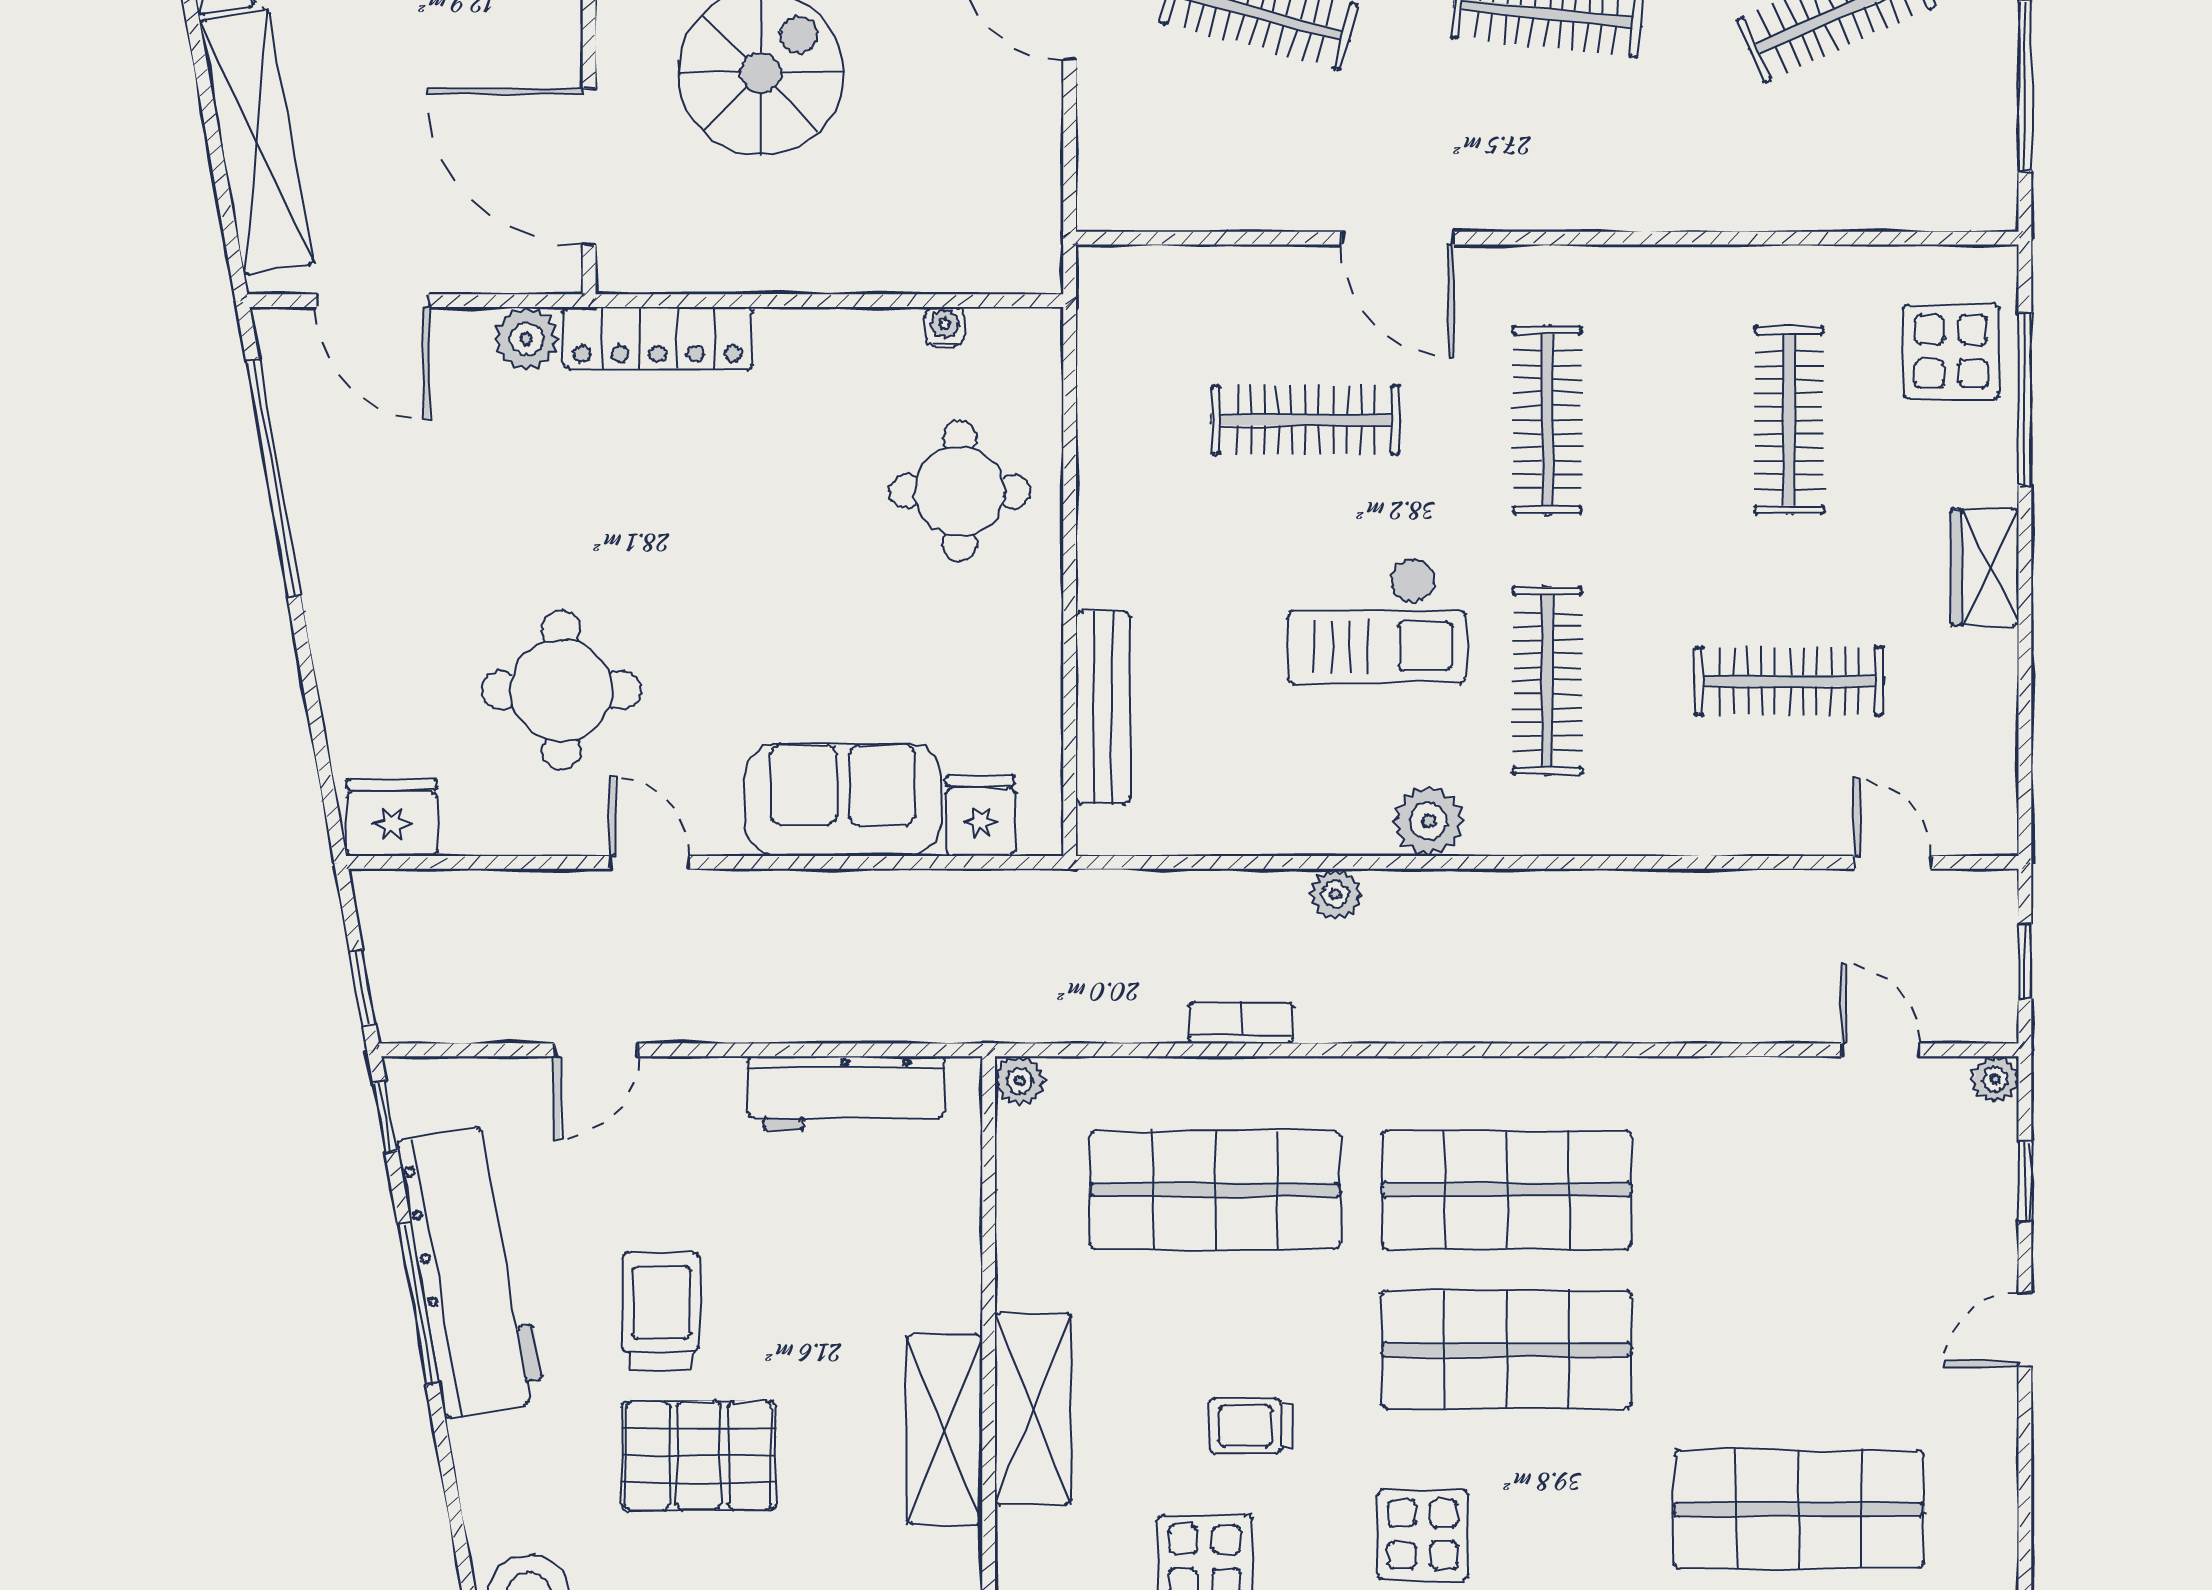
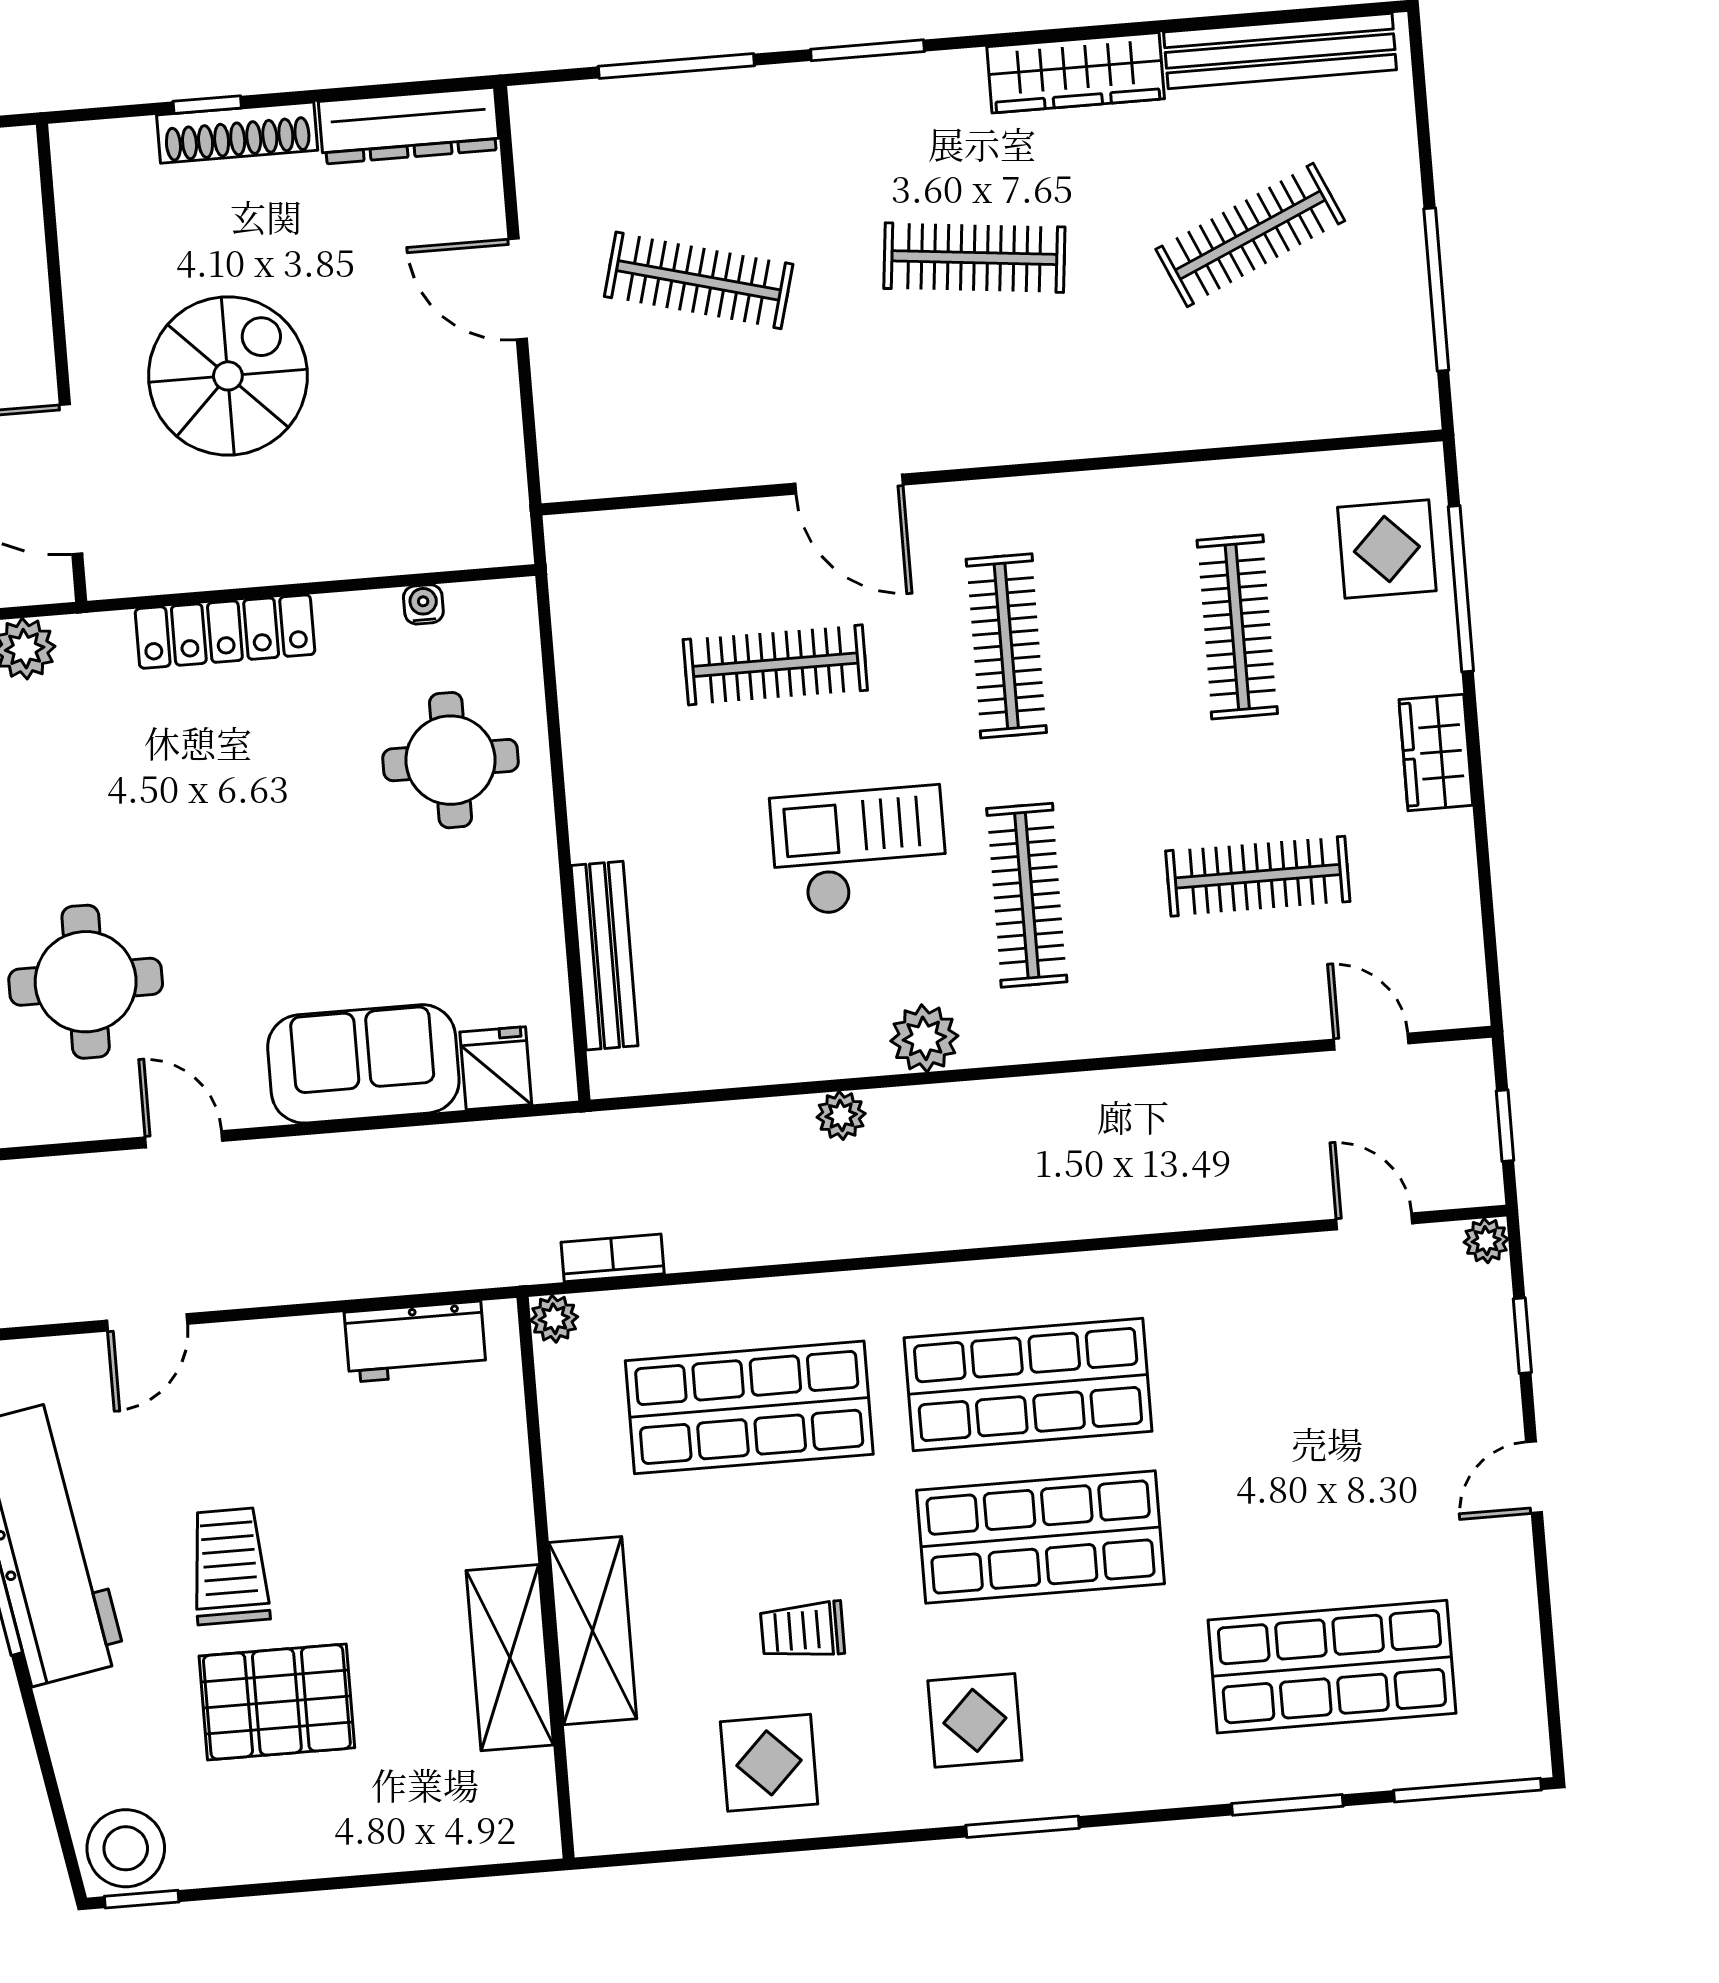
locker: (658, 338) -> (225, 632), moved
checkout: (1377, 621) -> (859, 851), turned 180
bookcase: (1241, 1023) -> (613, 1258), moved
workbench: (846, 1093) -> (415, 1342), width x0.73

